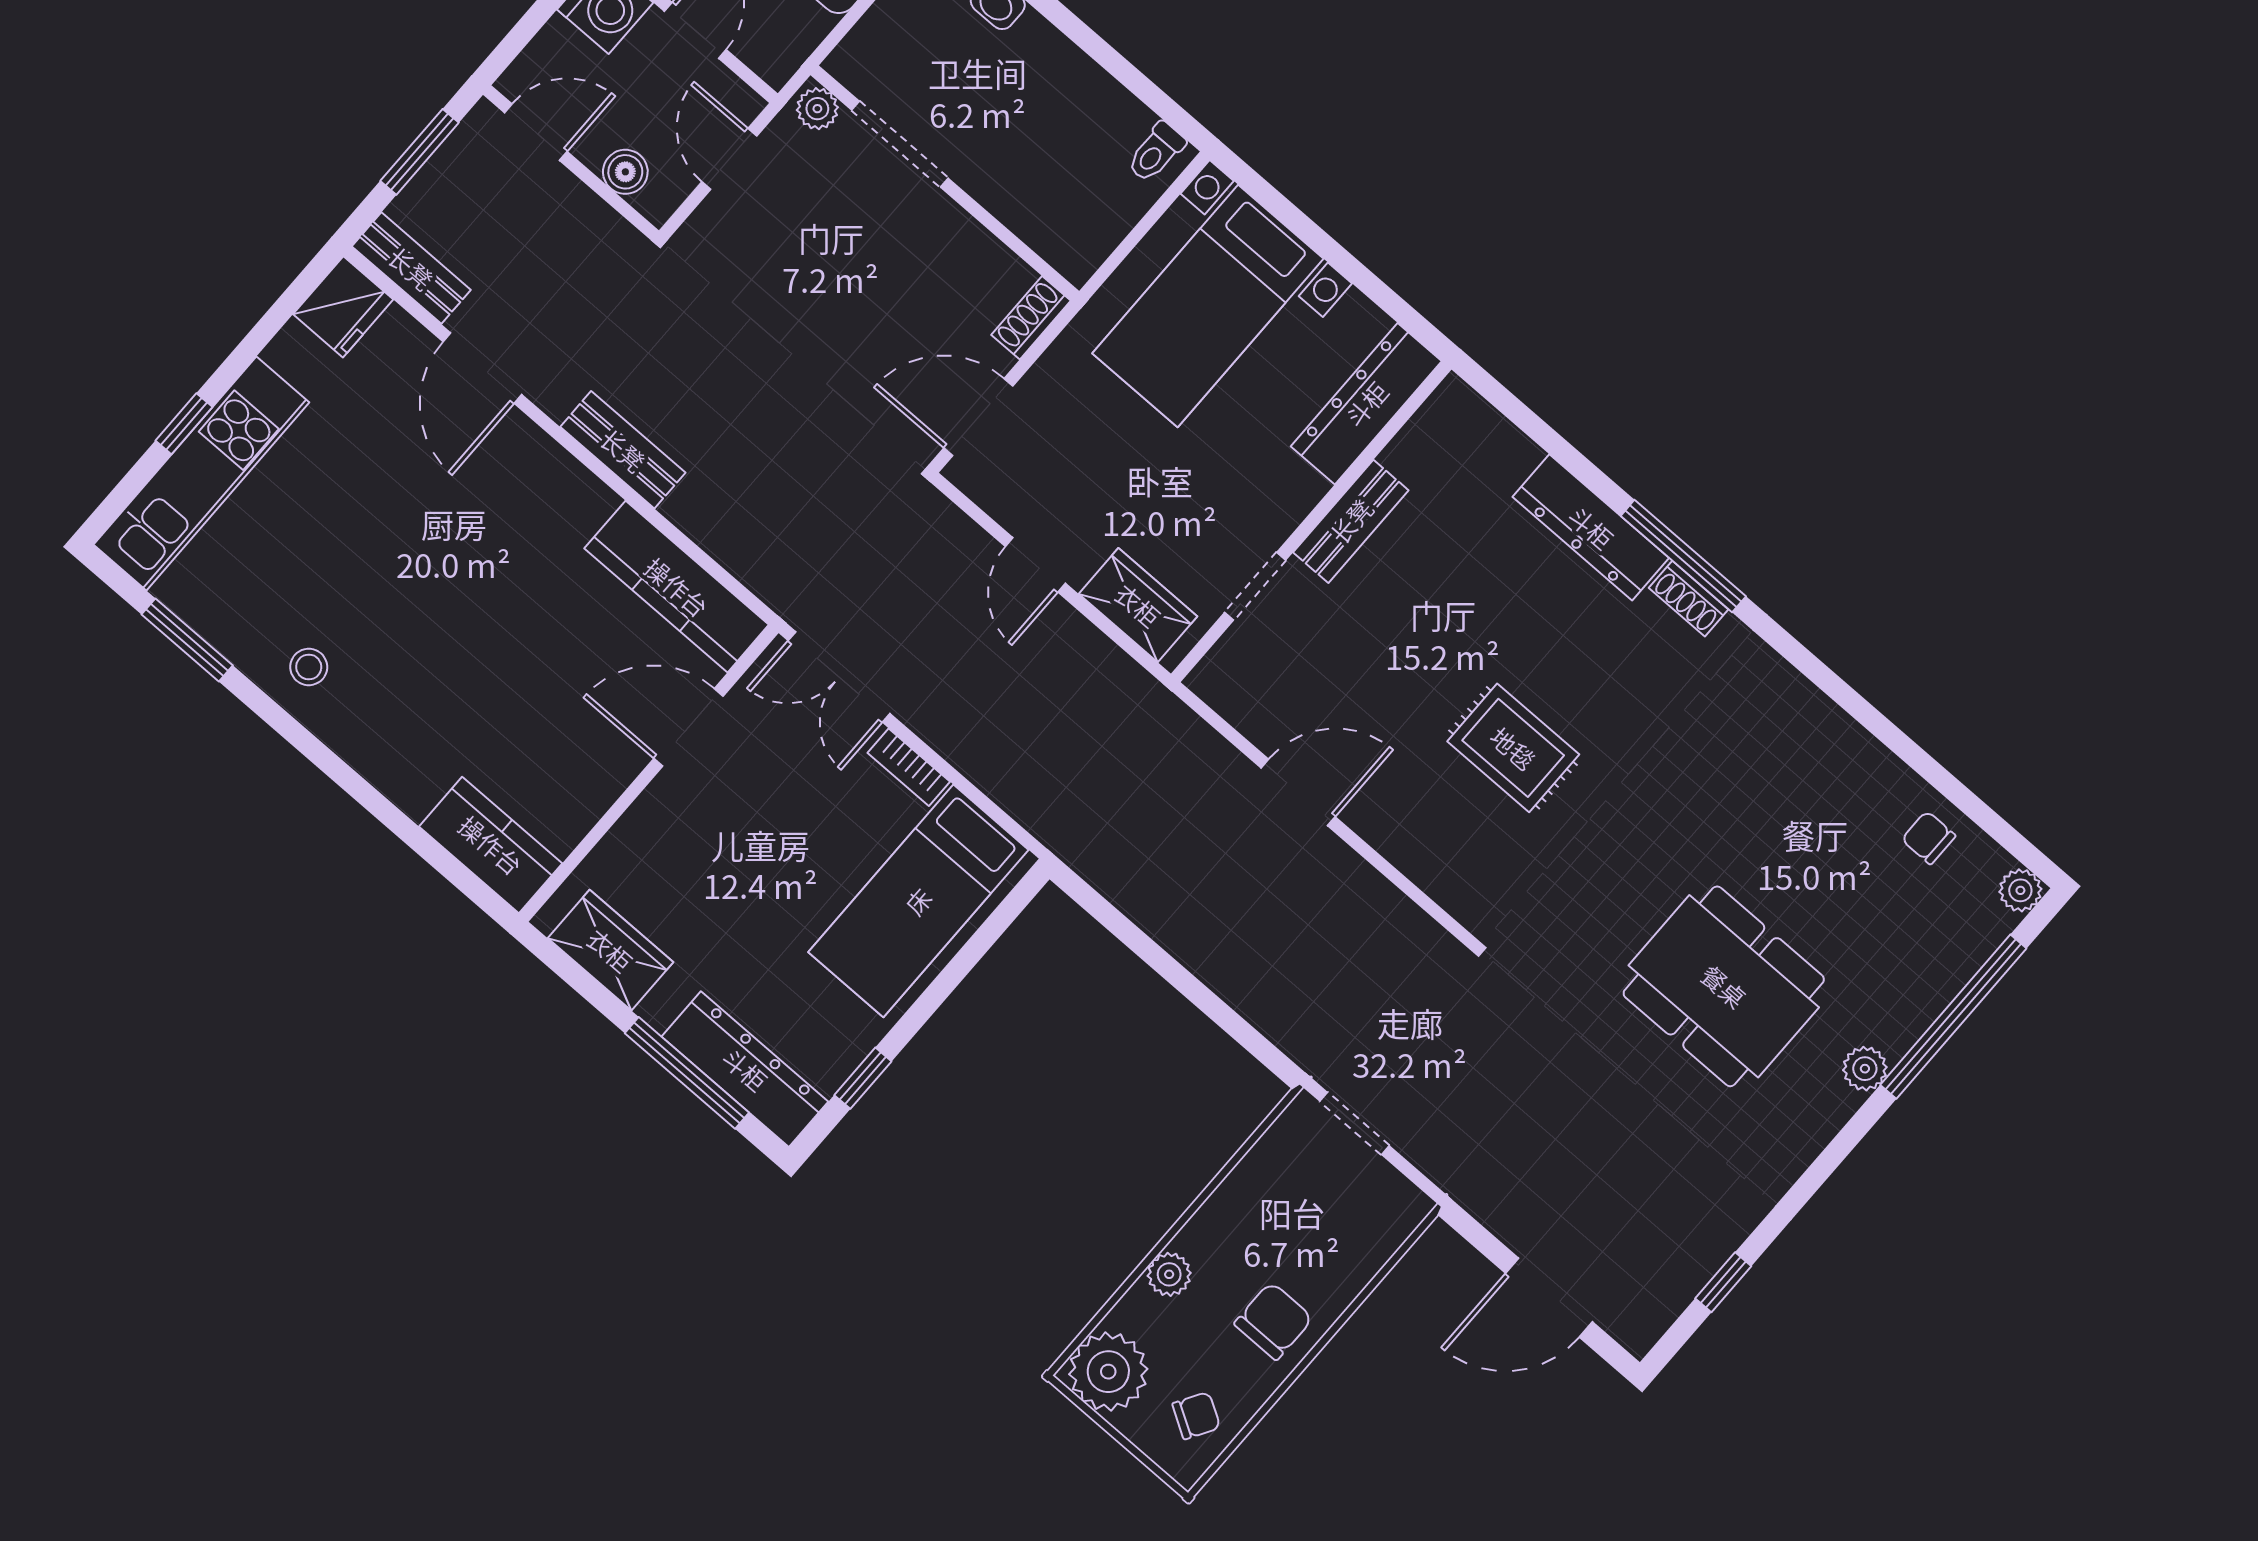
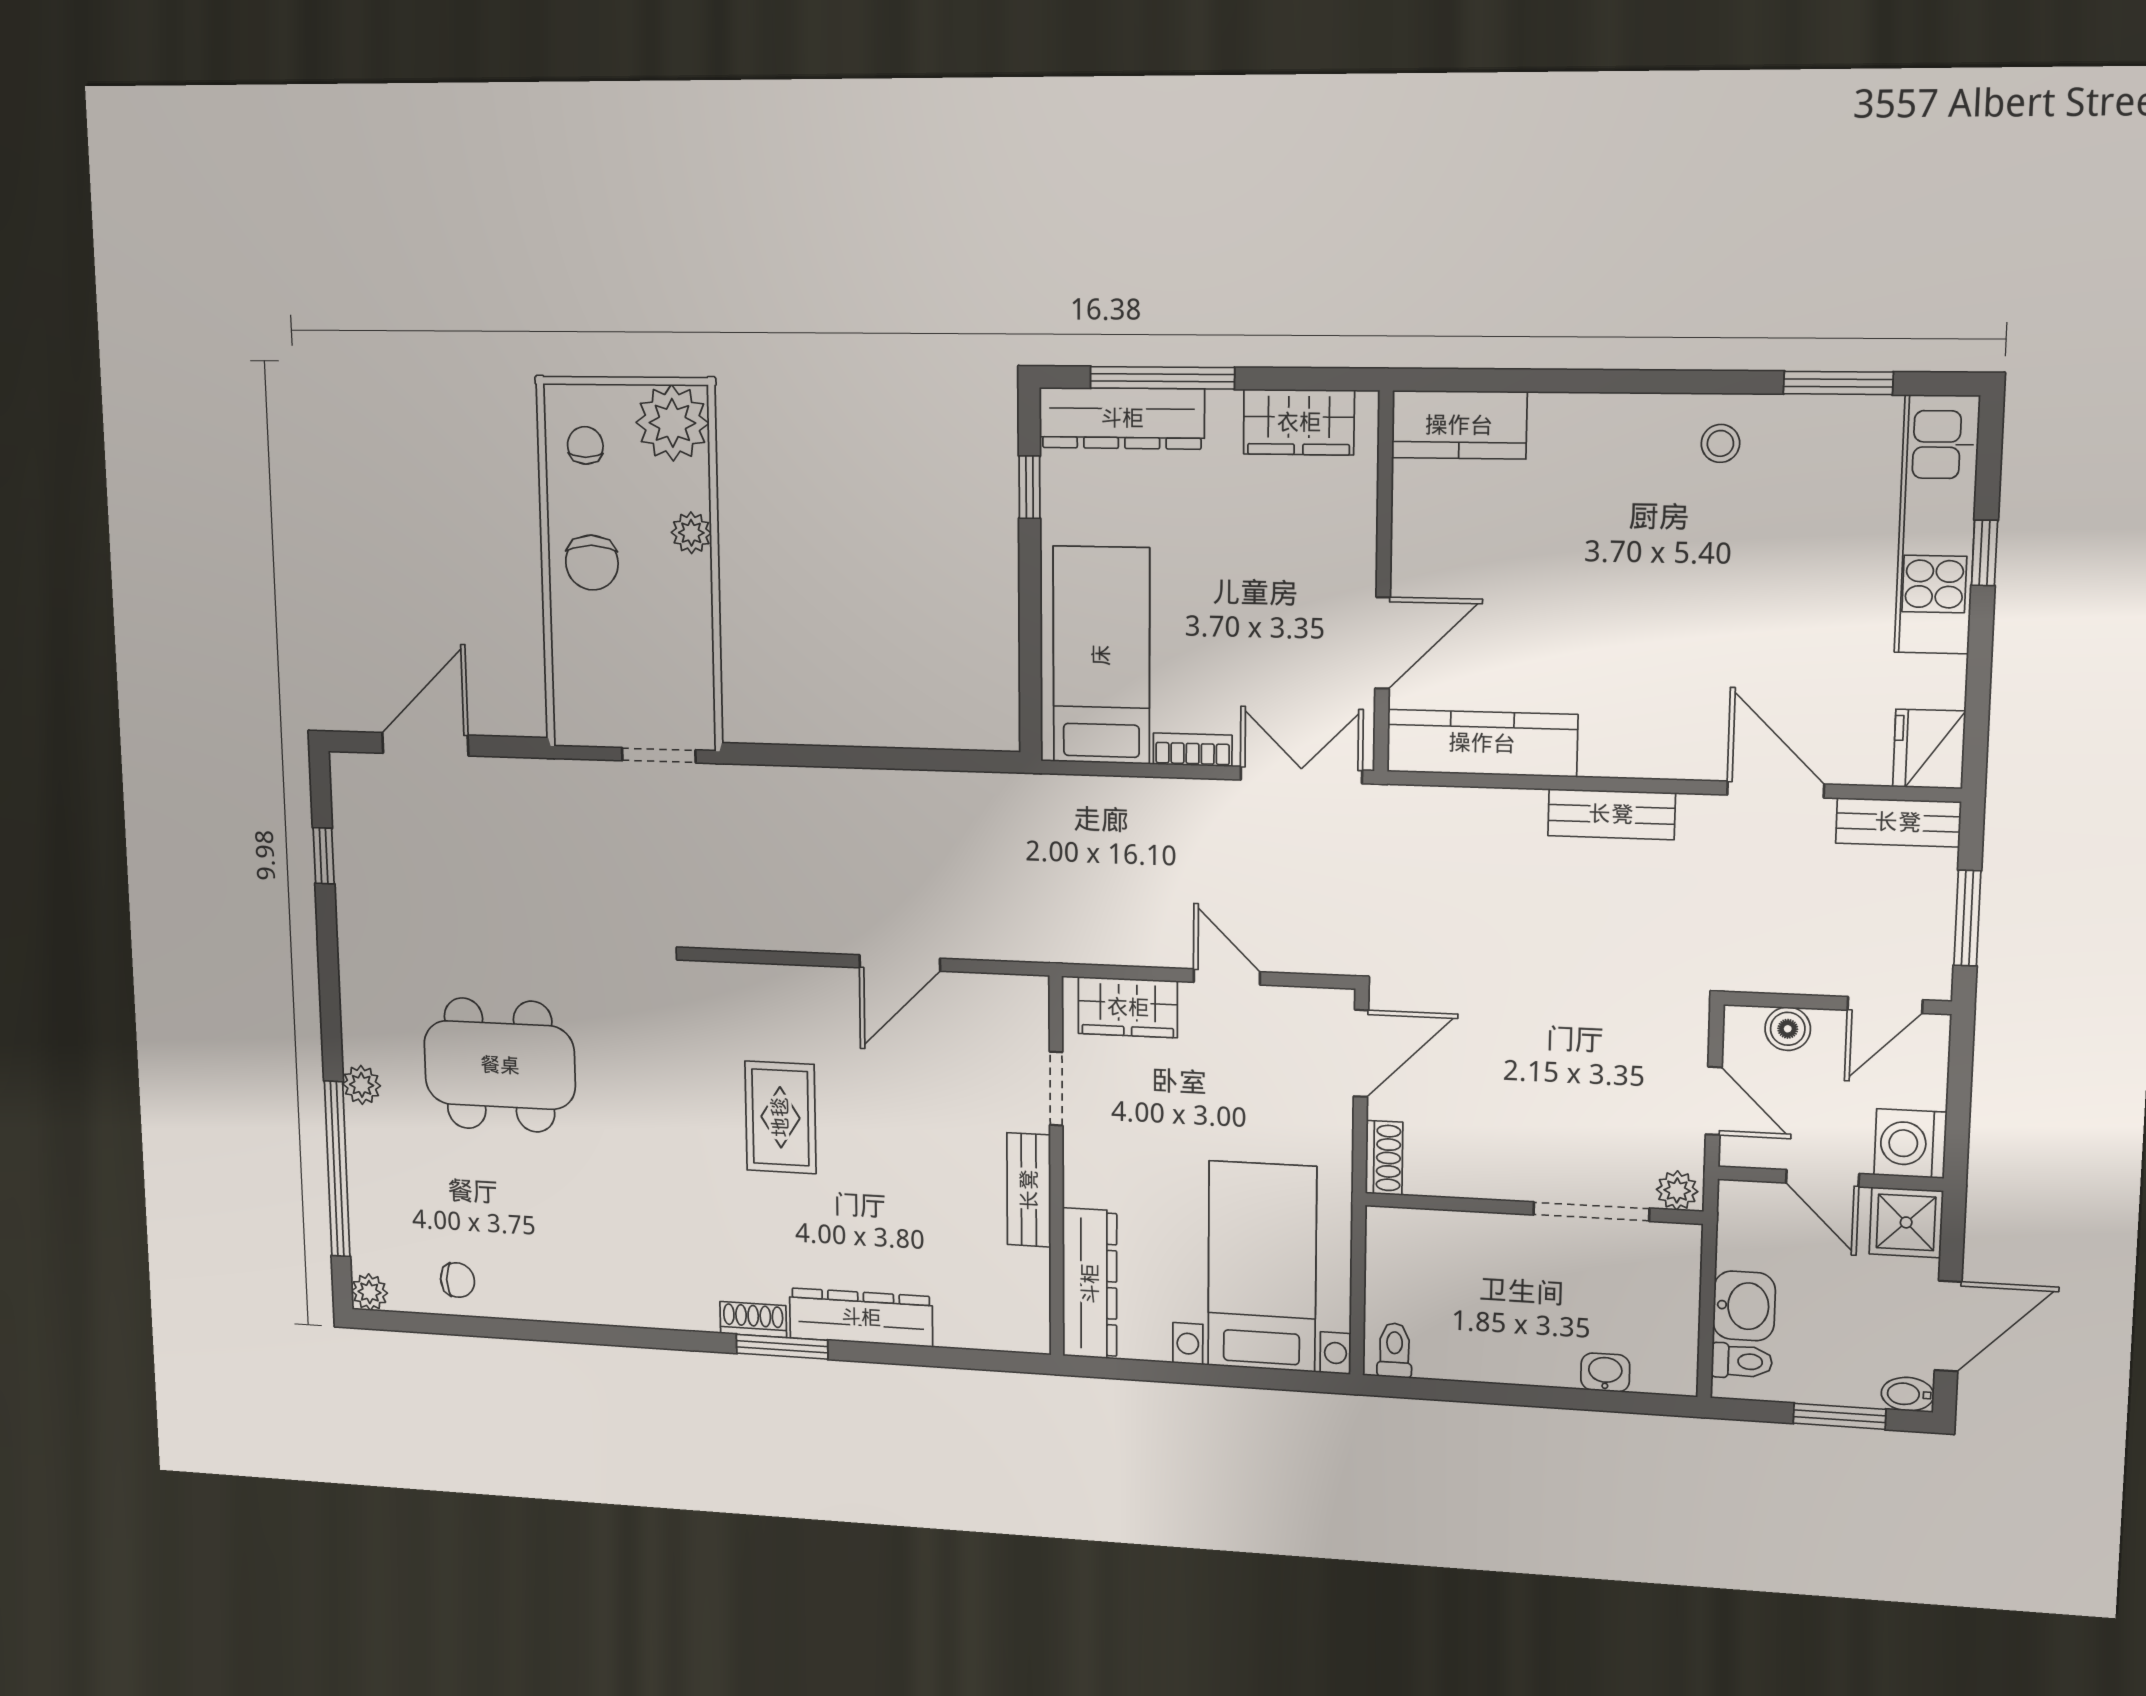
window: (1683, 556) -> (782, 1347), width x0.69
rug: (1513, 748) -> (780, 1117), turned 90
chair: (1196, 1416) -> (585, 445), turned 149

